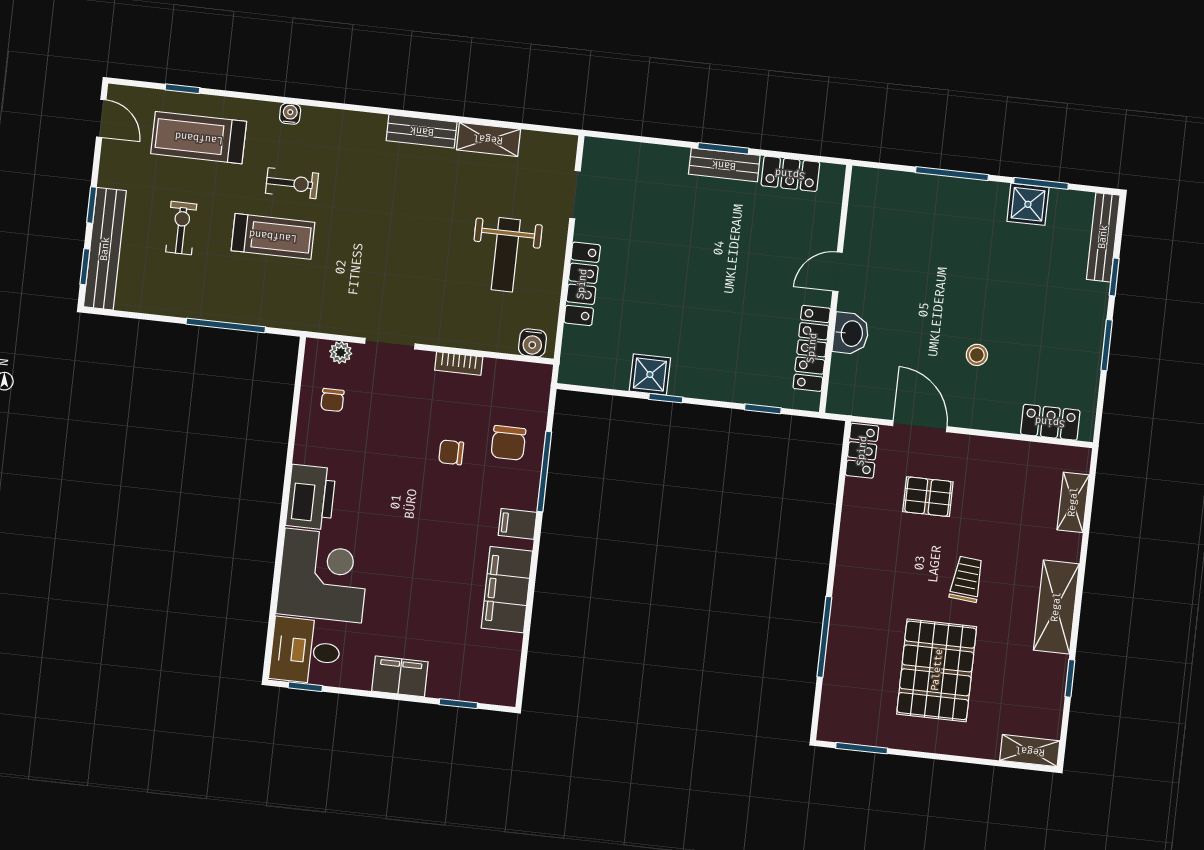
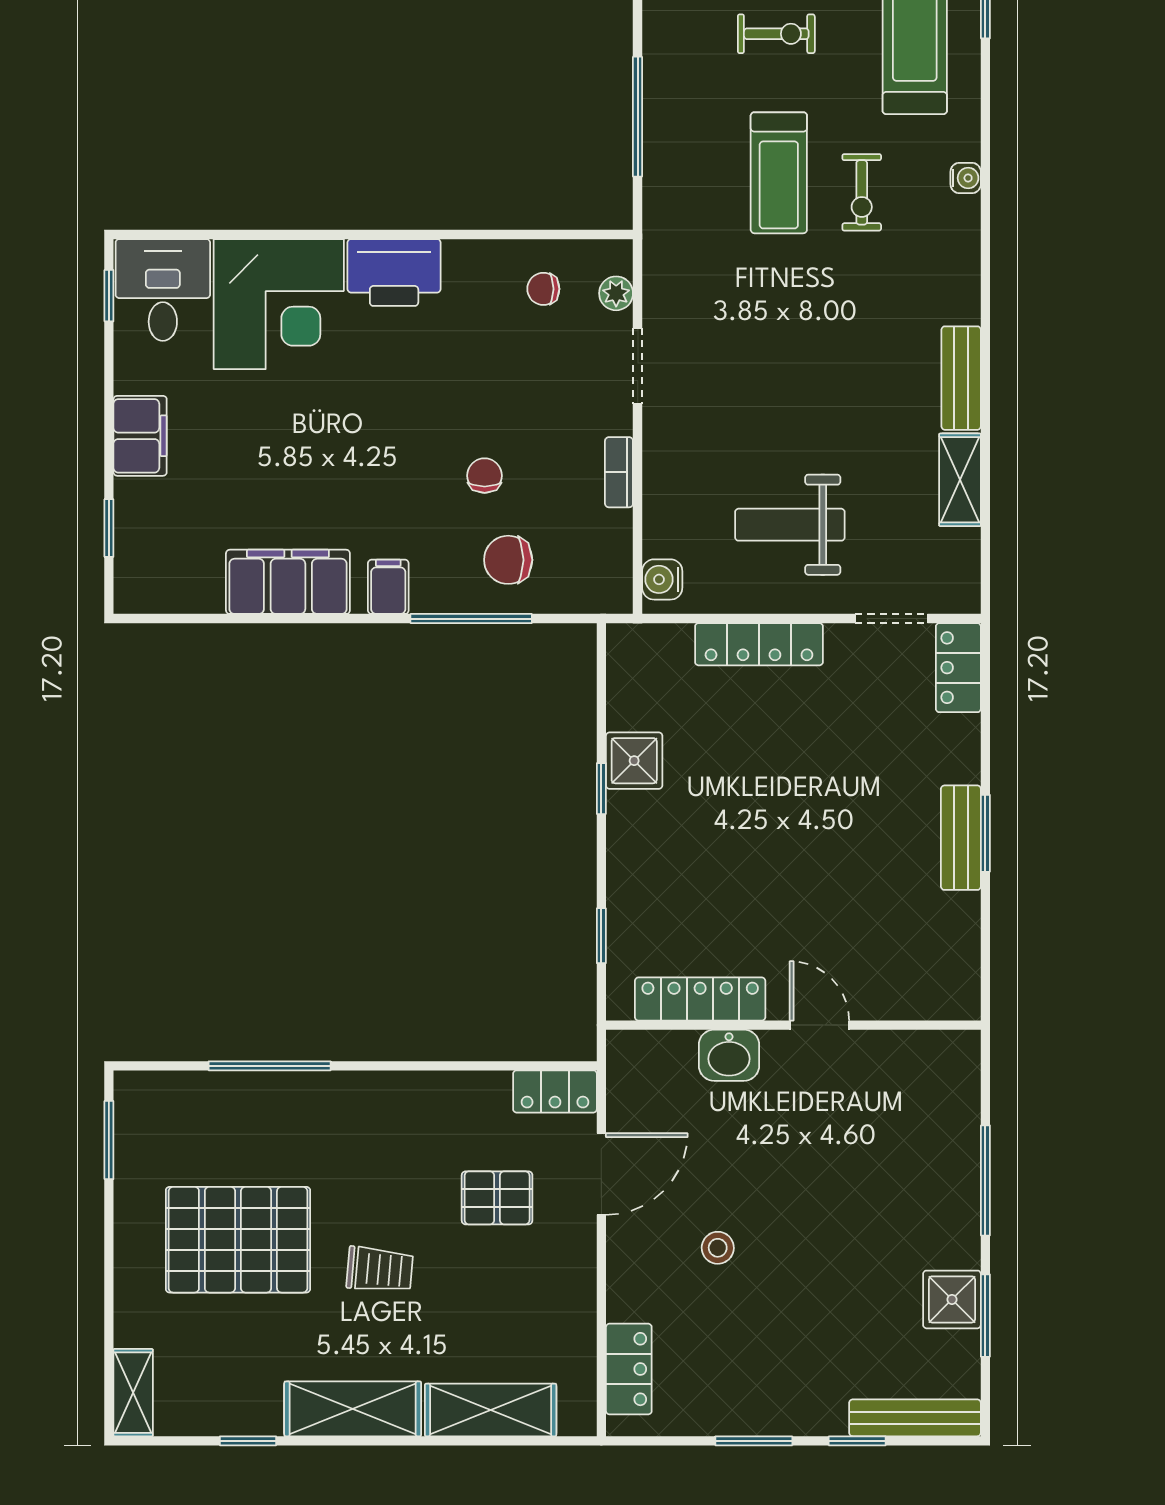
locker: (790, 174) -> (958, 668), moved
pallet: (928, 497) -> (497, 1198), turned 90
shelving: (1073, 502) -> (491, 1410), width x1.50, depth x1.33

